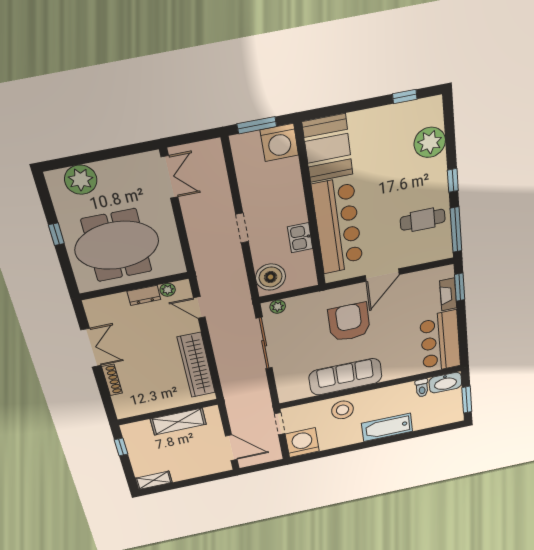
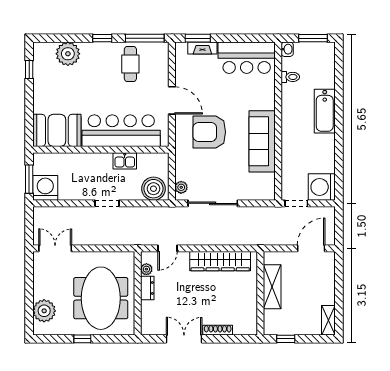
washing machine: (279, 142) -> (45, 188), moved, turned -90
washbasin: (445, 383) -> (287, 49), width x0.52, depth x0.69
stool: (343, 410) -> (296, 148), removed

